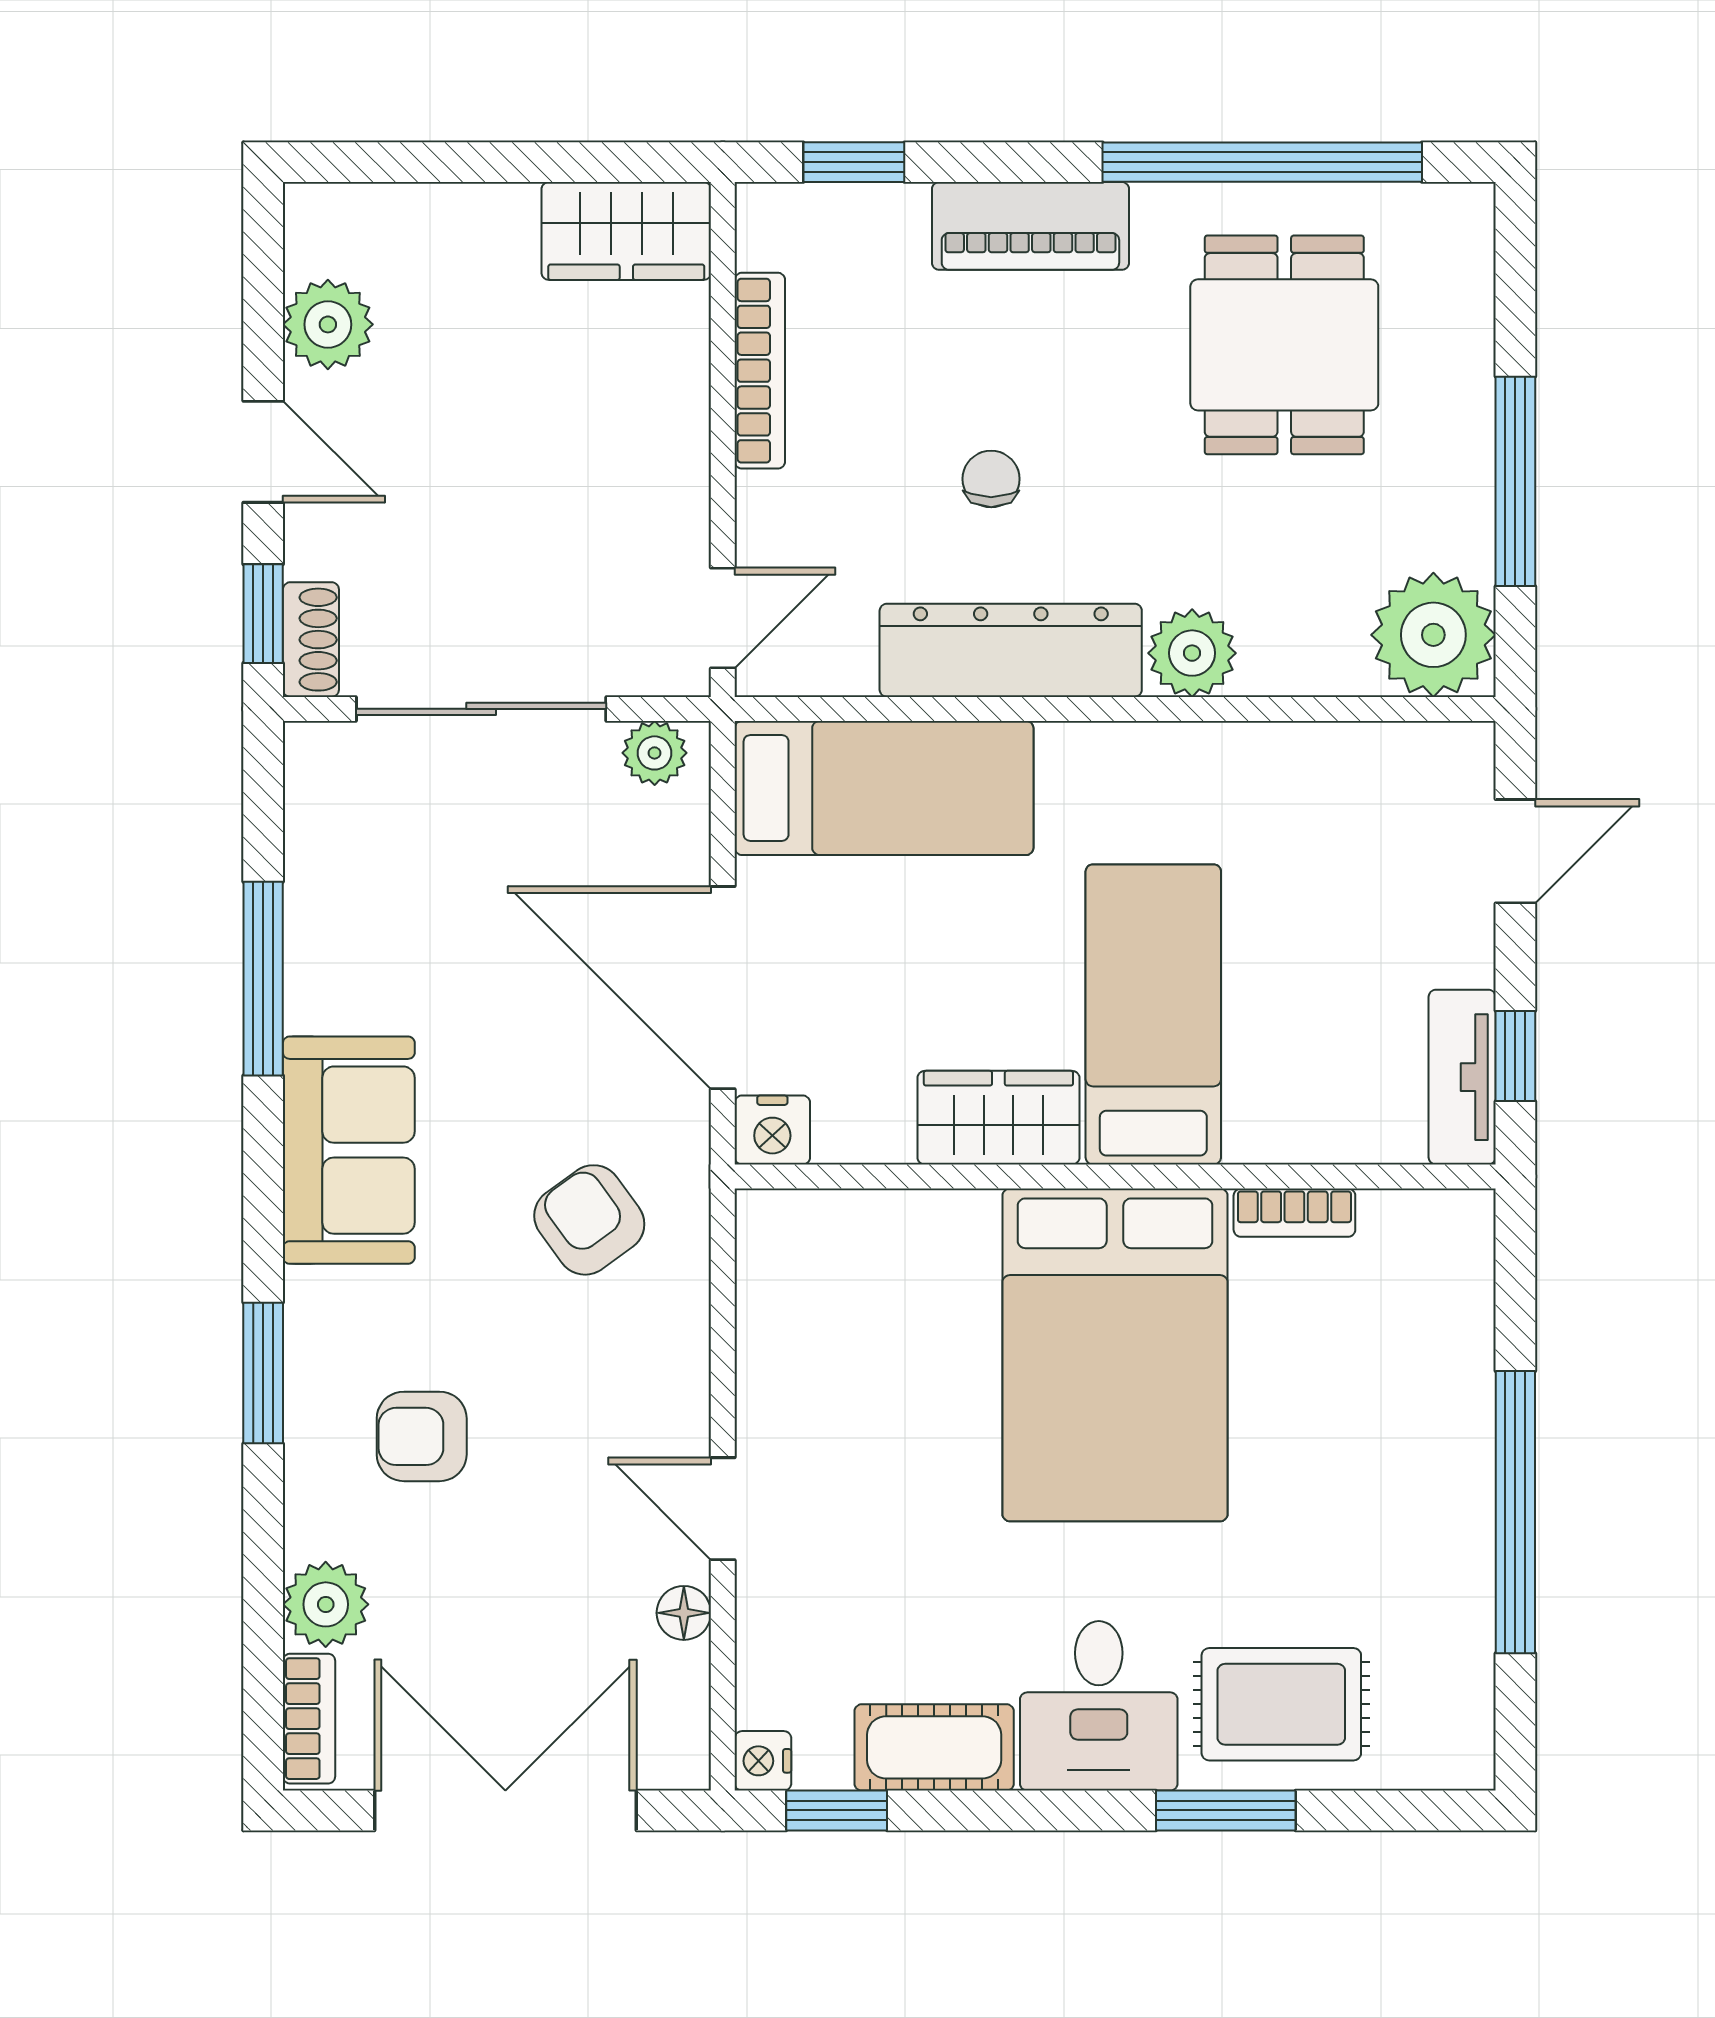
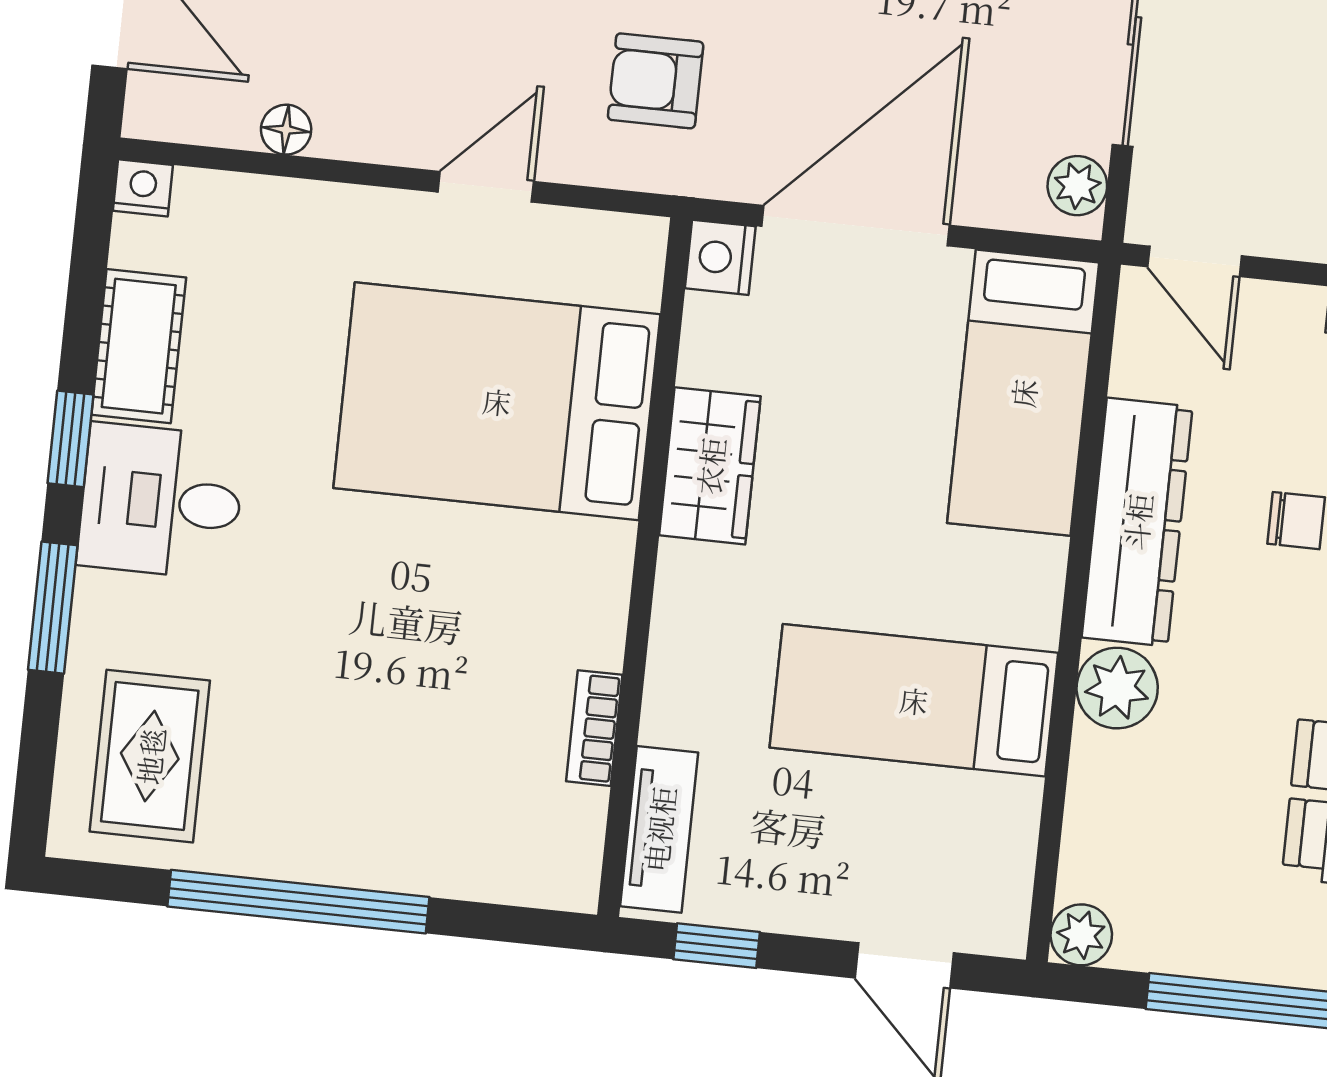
plant: (1433, 635) -> (1081, 935), width x0.53, depth x0.53
bed: (1153, 1014) -> (914, 700), moved, turned 180
tv unit: (1462, 1077) -> (659, 829), moved, turned 90
armchair: (589, 1220) -> (656, 81), turned -144
bed: (1115, 1355) -> (497, 401), moved
door: (723, 1509) -> (486, 187), moved
rug: (1281, 1704) -> (150, 756), moved
window: (837, 1810) -> (70, 439), moved

